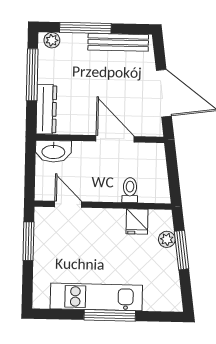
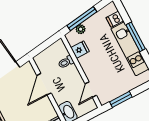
window: (182, 250) -> (82, 19), width x1.44
dishwasher: (153, 299) -> (115, 19), added

